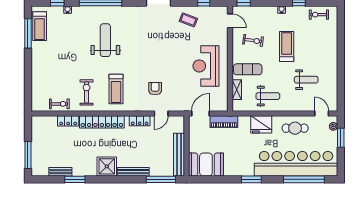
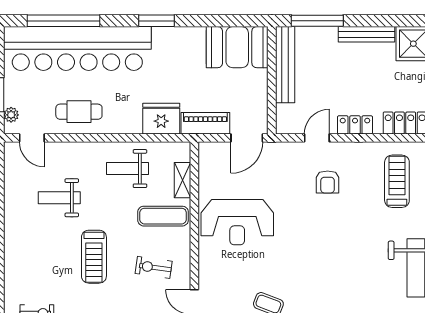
reception desk: (206, 66) -> (237, 222), turned 90
fridge: (261, 124) -> (161, 119), moved

